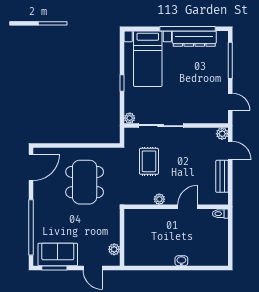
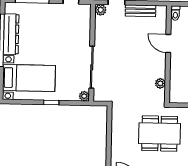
rug: (149, 161) -> (125, 79), removed
dining table: (85, 182) -> (160, 134), moved
plant: (159, 199) -> (160, 83), moved

